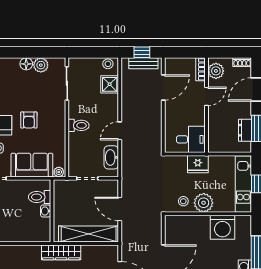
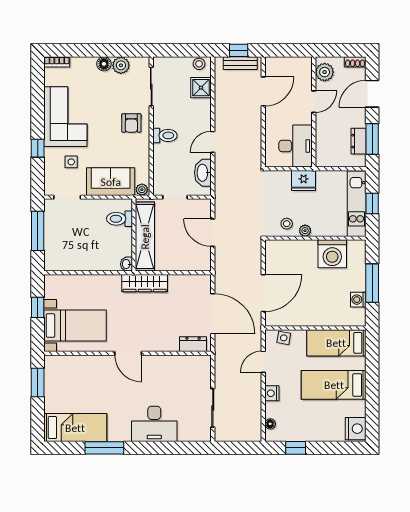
bookcase: (201, 69) -> (307, 70), removed
armchair: (29, 120) -> (131, 123), moved
desk: (191, 139) -> (296, 146), width x1.37
plant: (204, 203) -> (305, 231), width x0.53, depth x0.53
washbasin: (46, 211) -> (126, 264), moved
shelving: (89, 234) -> (145, 237), moved, turned 90

